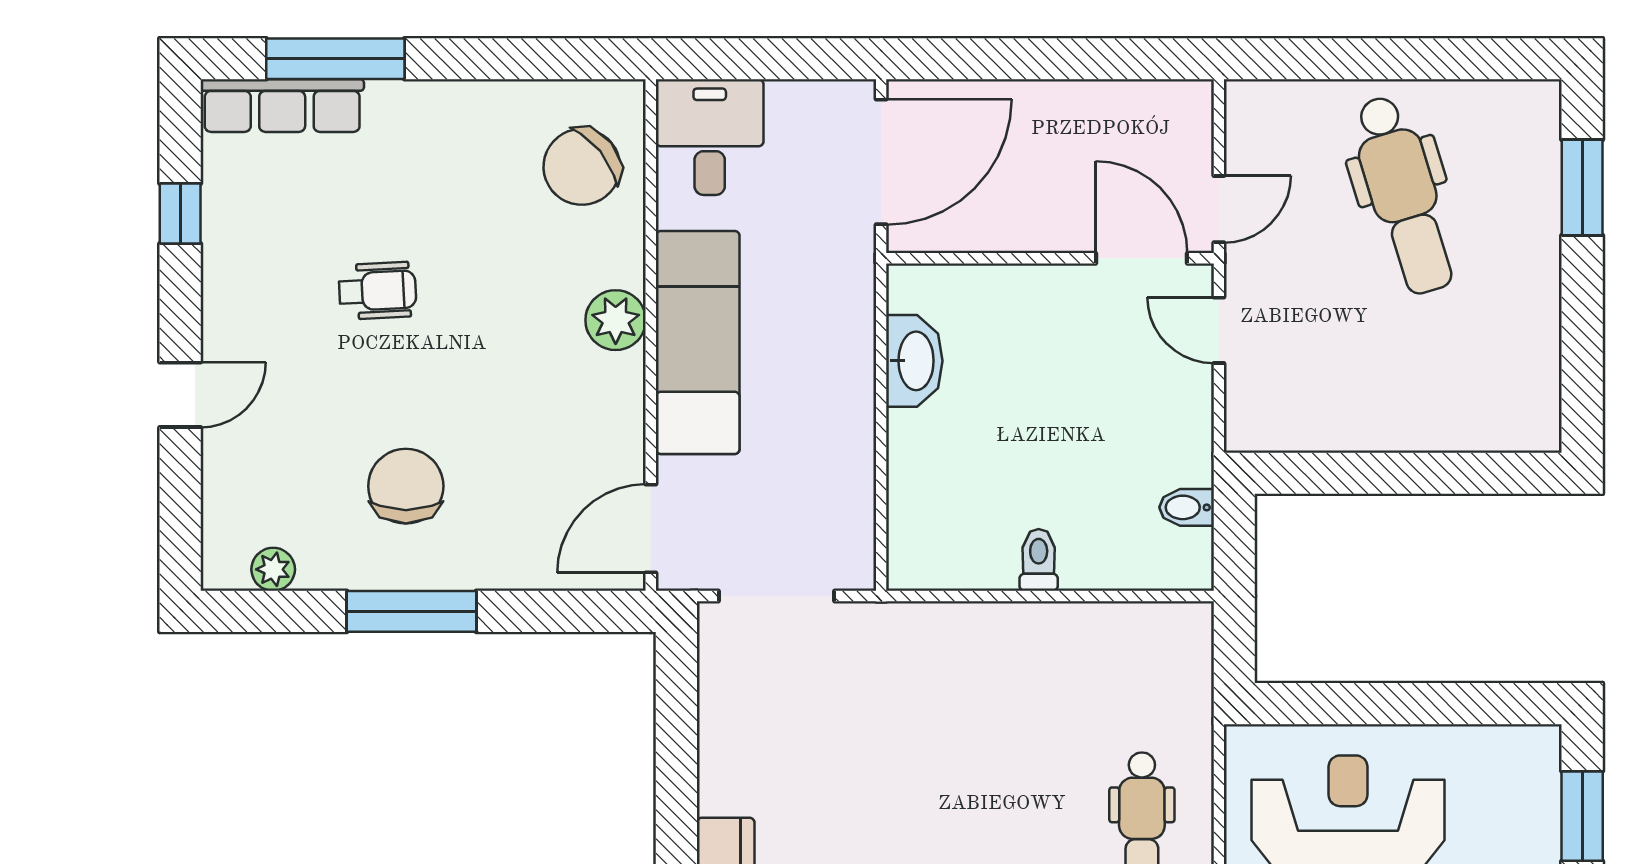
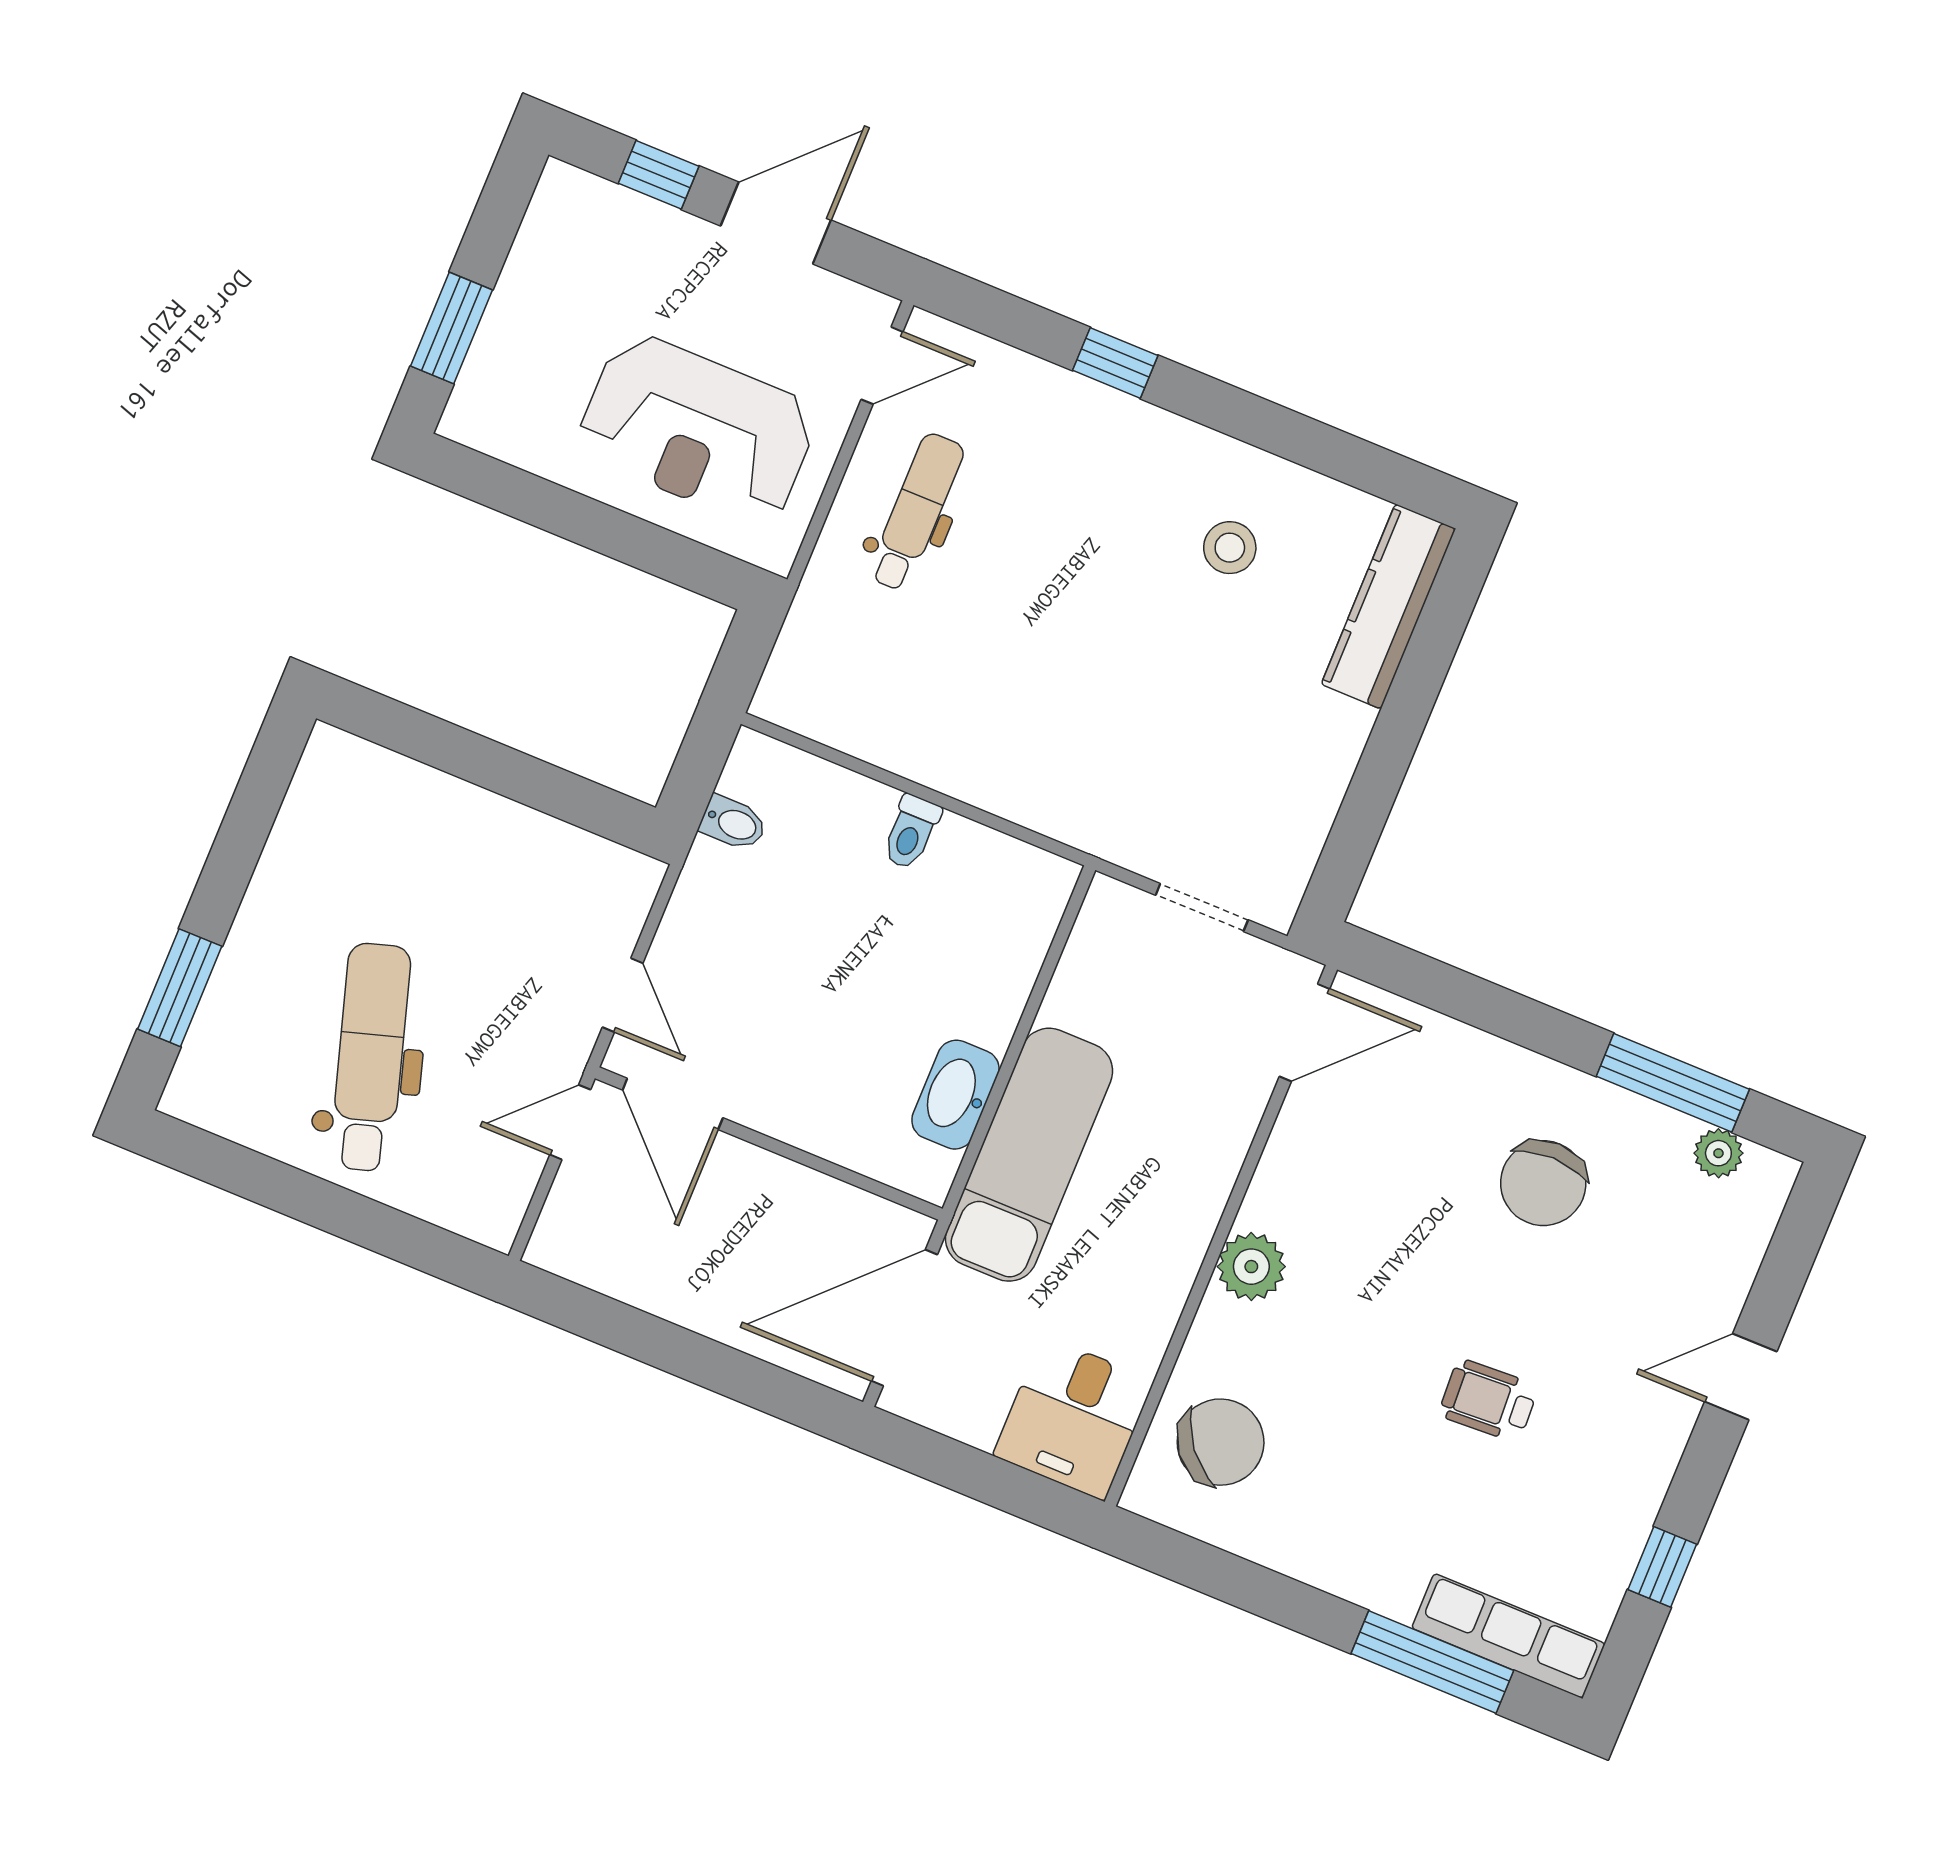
exam couch: (698, 342) -> (1029, 1155), moved, turned 180
doorway: (777, 596) -> (1202, 907), width x0.73
window: (411, 611) -> (1673, 1083), moved

